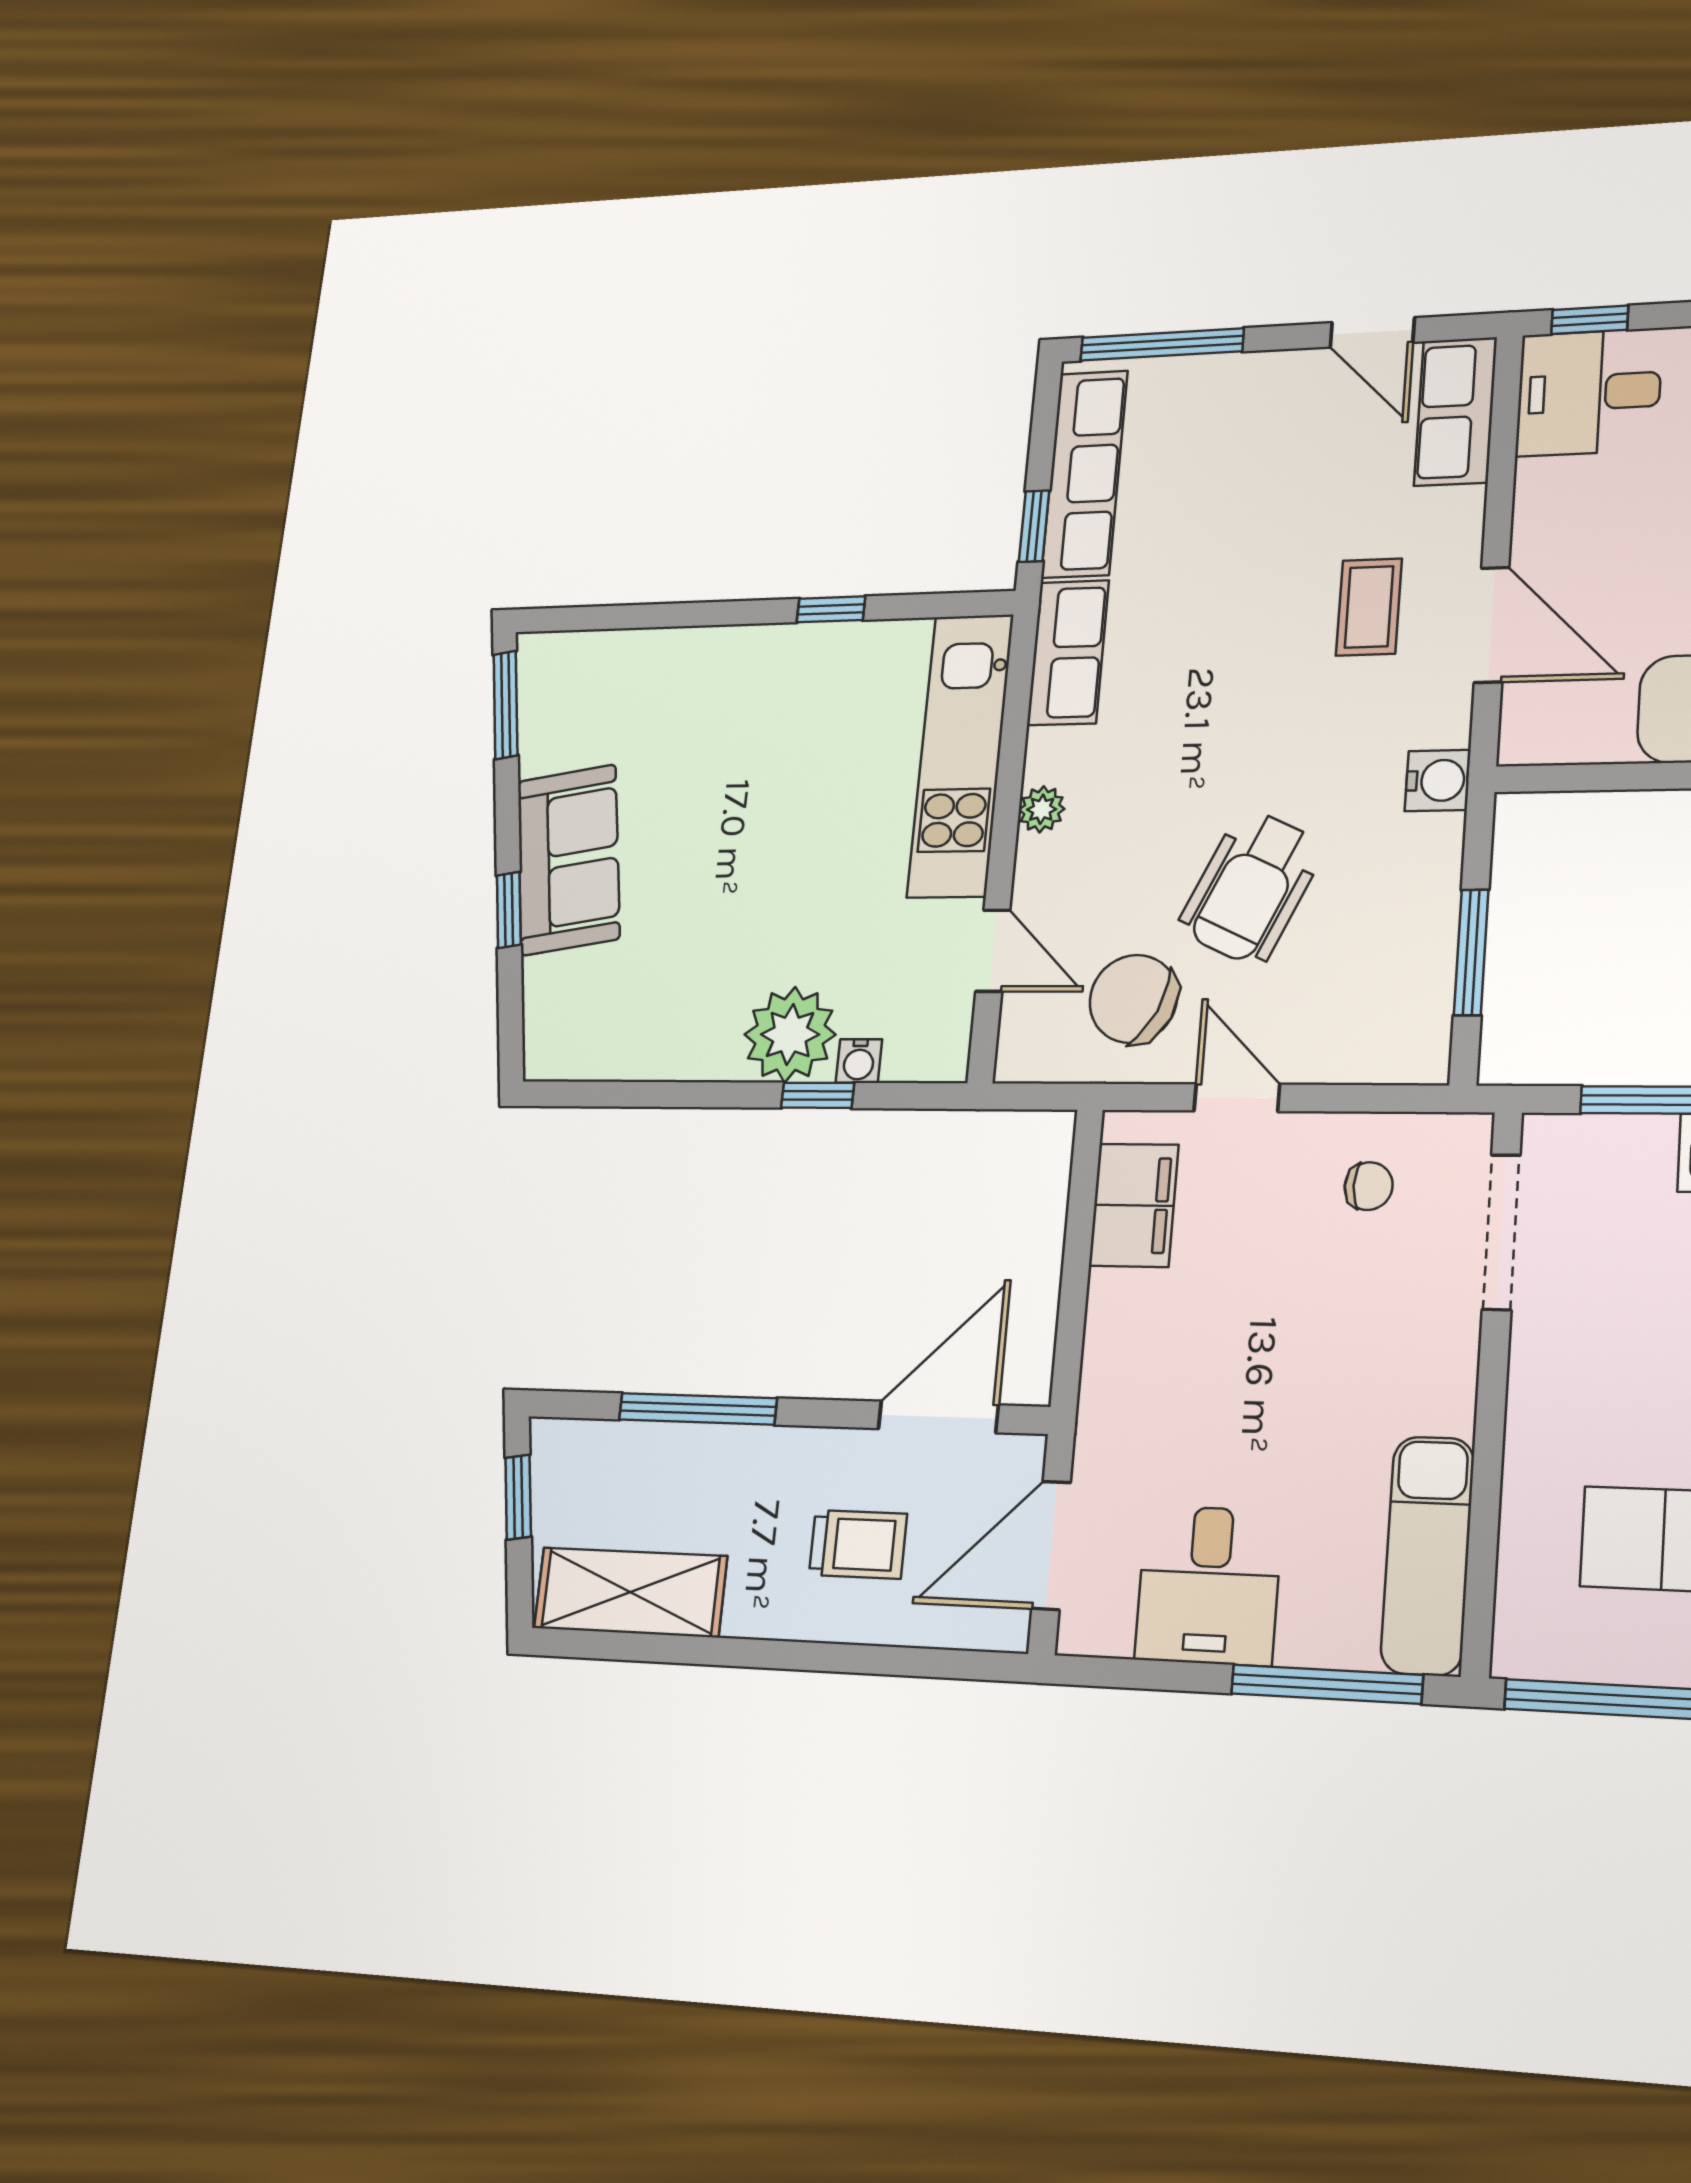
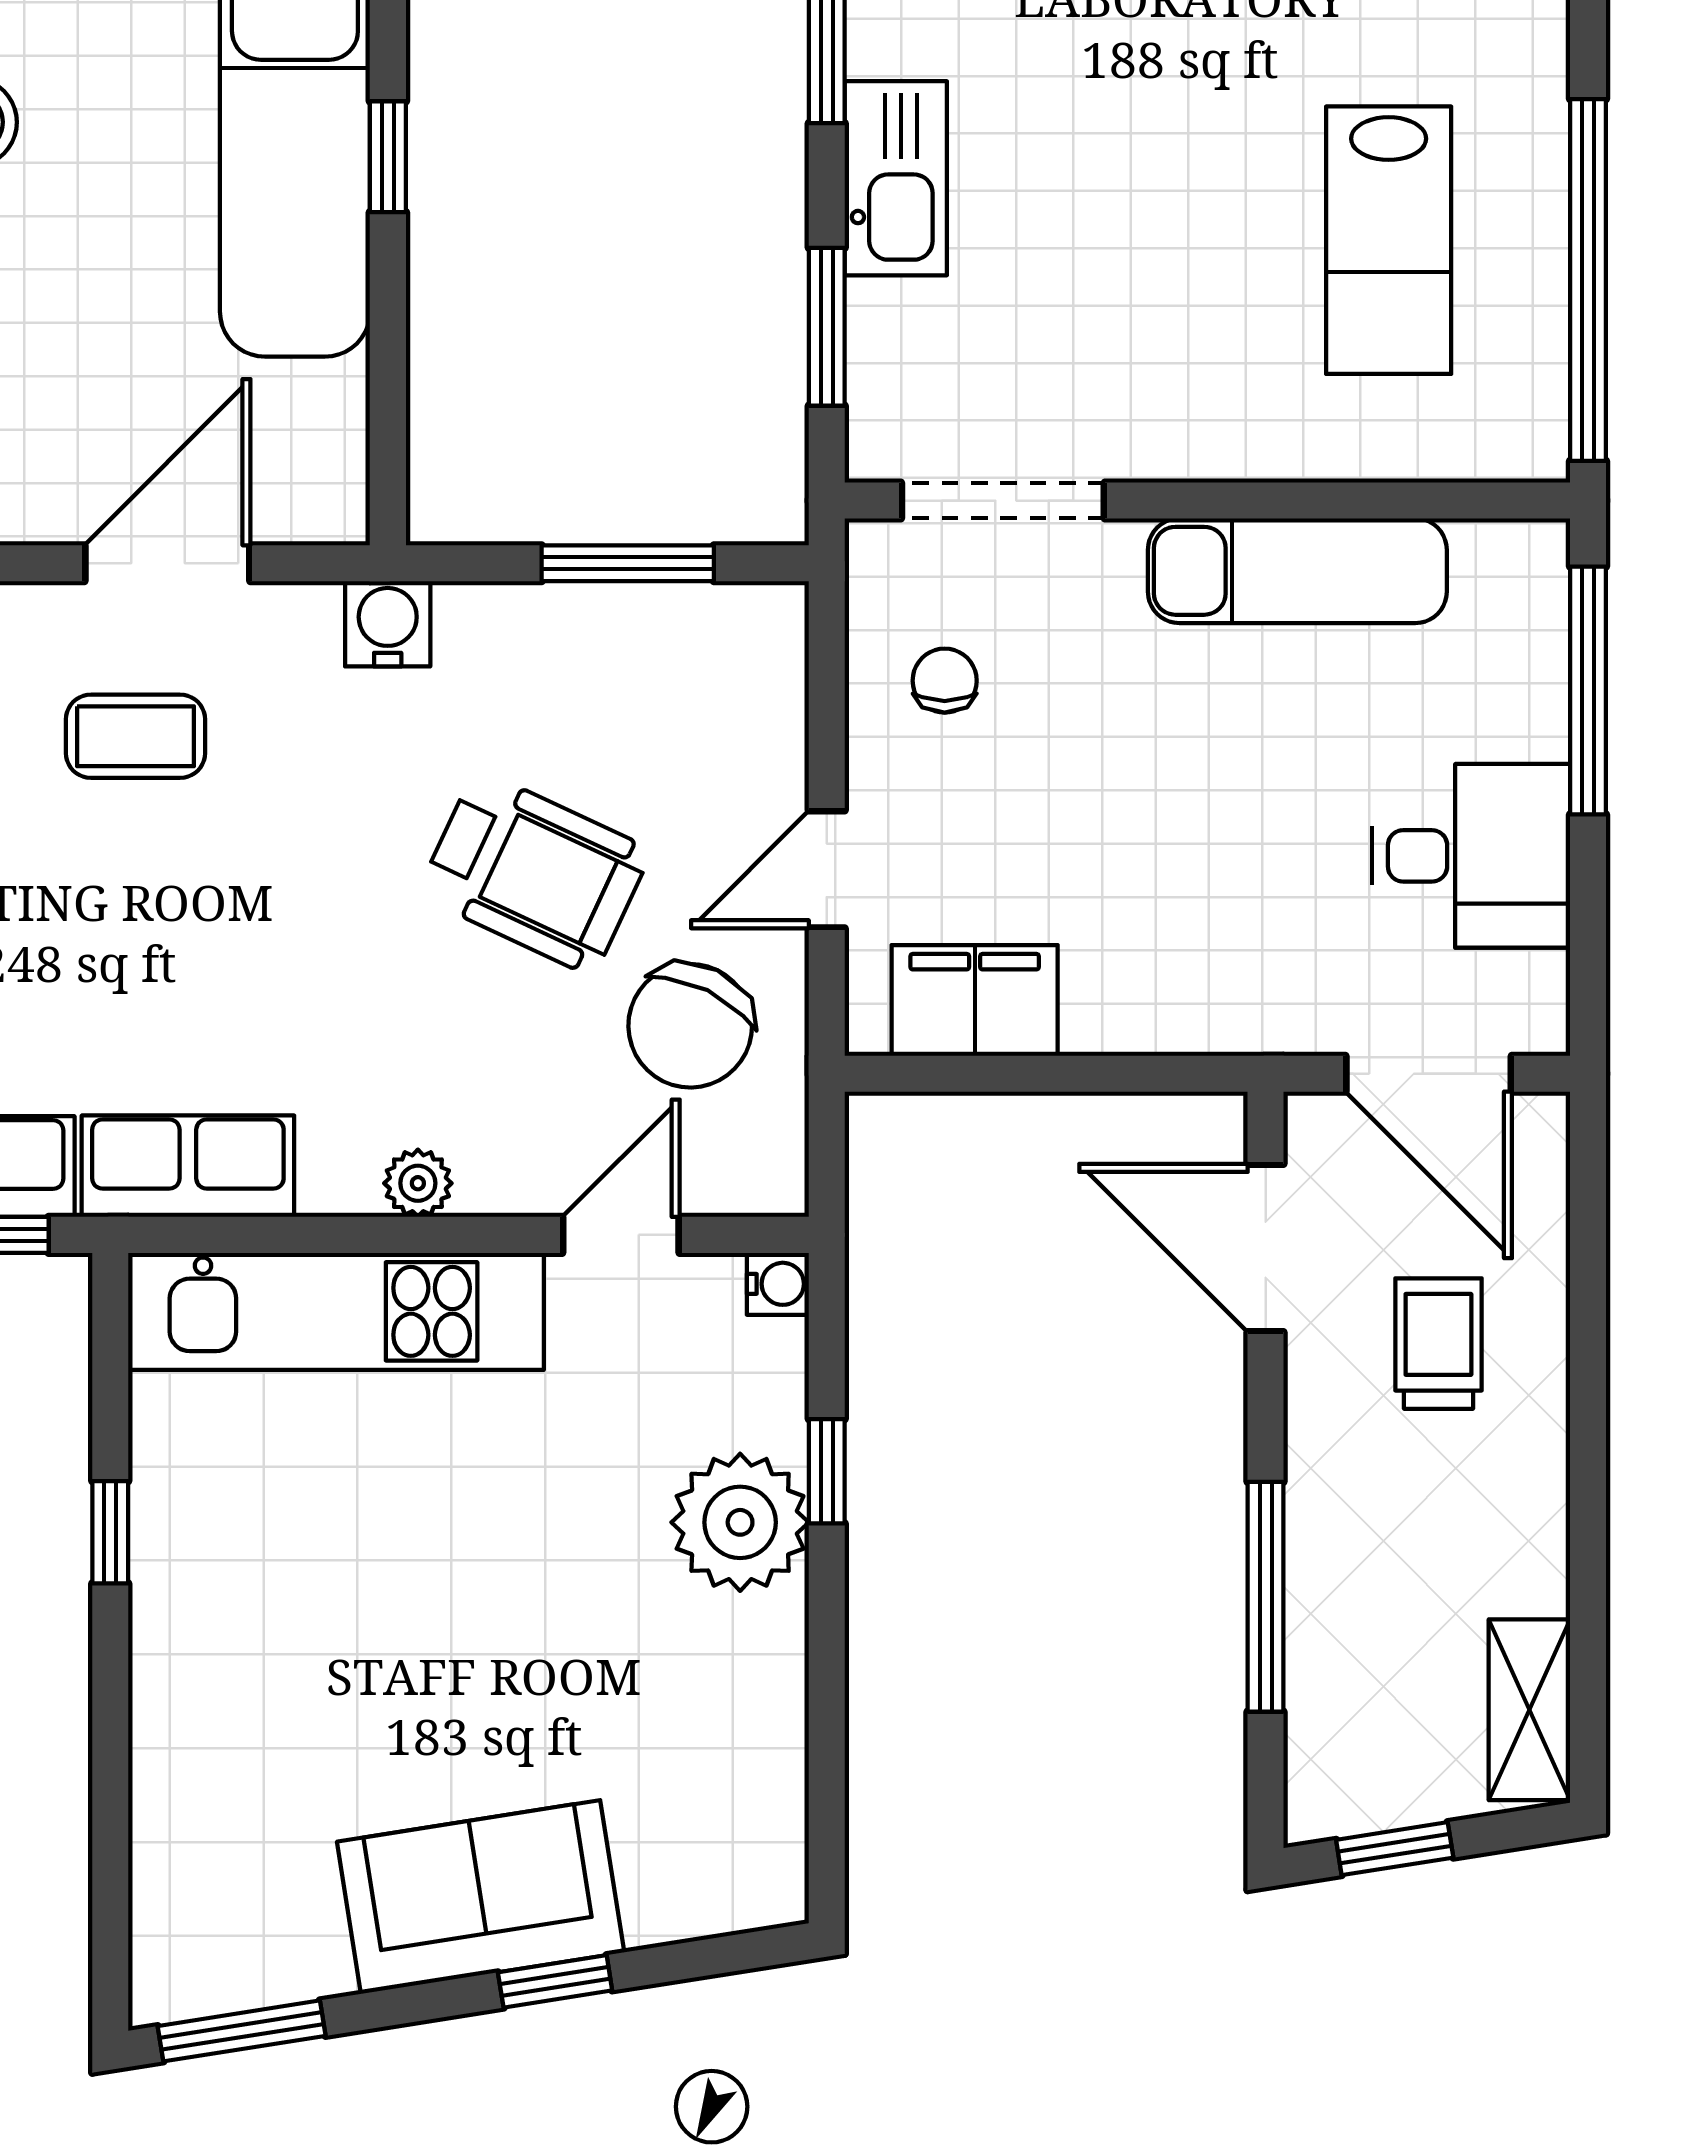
water cooler: (859, 1061) -> (778, 1284), moved
exam couch: (1428, 1555) -> (1297, 571), moved
shelving: (630, 1592) -> (1529, 1710), width x0.67, depth x0.75

